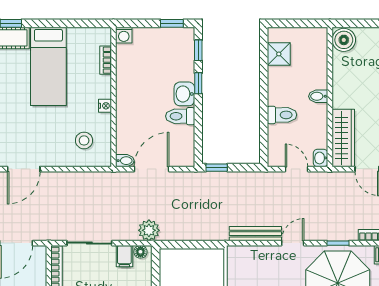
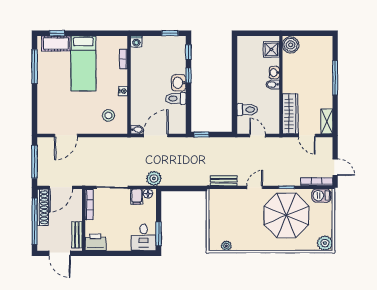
shower: (279, 54) -> (271, 49), moved
toilet: (282, 115) -> (247, 110), moved
washbasin: (321, 158) -> (274, 73), moved
bench: (255, 234) -> (224, 181), width x0.73

